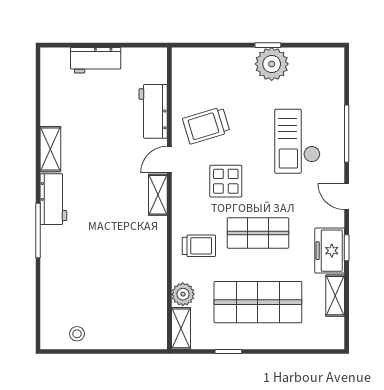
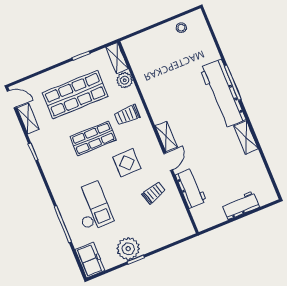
trolley: (206, 125) -> (154, 193), width x0.73, depth x0.72
door: (347, 197) -> (12, 99), moved
workbench: (53, 199) -> (223, 94), width x1.88, depth x1.32
freezer: (330, 251) -> (90, 260), moved

